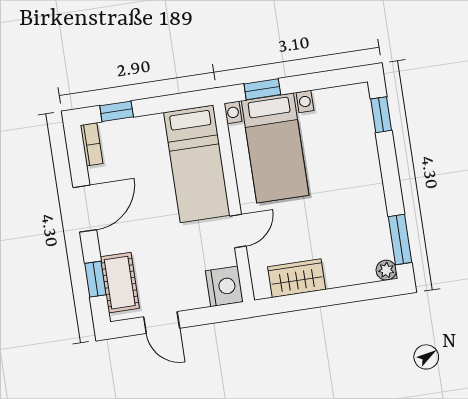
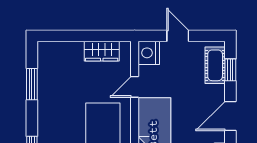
window: (400, 240) -> (32, 84), moved
plant: (386, 270) -> (44, 48), removed
door: (162, 322) -> (178, 36), moved

